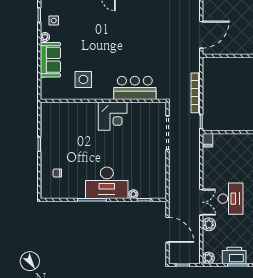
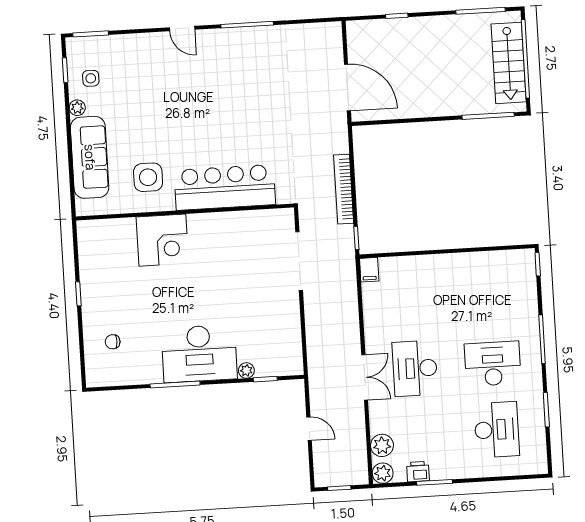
door: (201, 35) -> (347, 87), hinge flipped
sofa: (50, 60) -> (90, 157), width x1.36
bar counter: (135, 88) -> (225, 187), width x1.36
corner desk: (113, 116) -> (162, 240), moved
desk: (231, 199) -> (415, 368), turned 180
plant: (209, 224) -> (382, 445), moved
door: (167, 230) -> (309, 429), width x0.53
printer: (234, 255) -> (418, 472), width x0.53, depth x0.68

